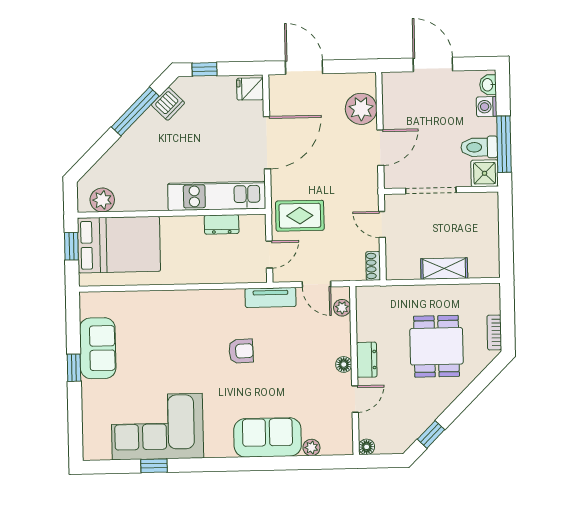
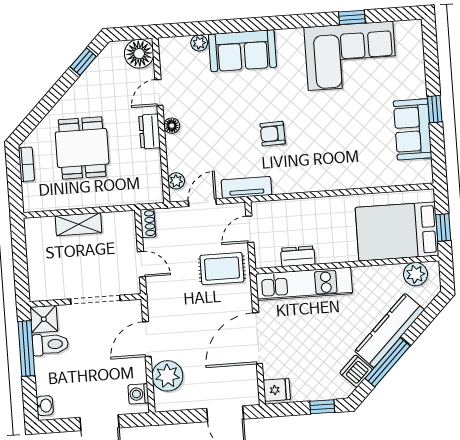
washing machine: (487, 107) -> (138, 394), moved, turned 180
kitchen counter: (132, 144) -> (390, 331), added
door: (316, 284) -> (202, 203), hinge flipped
floor lamp: (367, 447) -> (139, 54), width x1.89, depth x1.89

